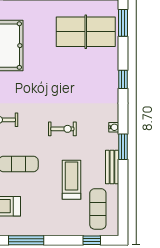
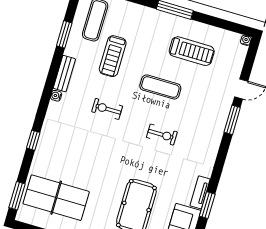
window: (123, 147) -> (64, 34), moved
bench: (112, 167) -> (64, 74), moved

